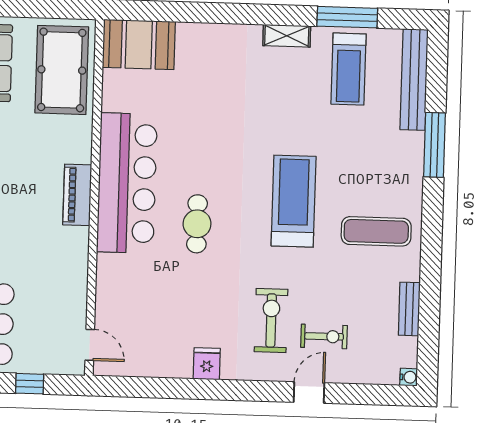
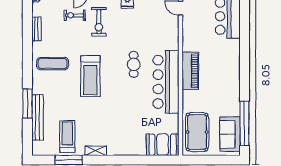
bench: (414, 80) -> (38, 118), moved
piano: (77, 195) -> (190, 71), width x1.37, depth x1.33

